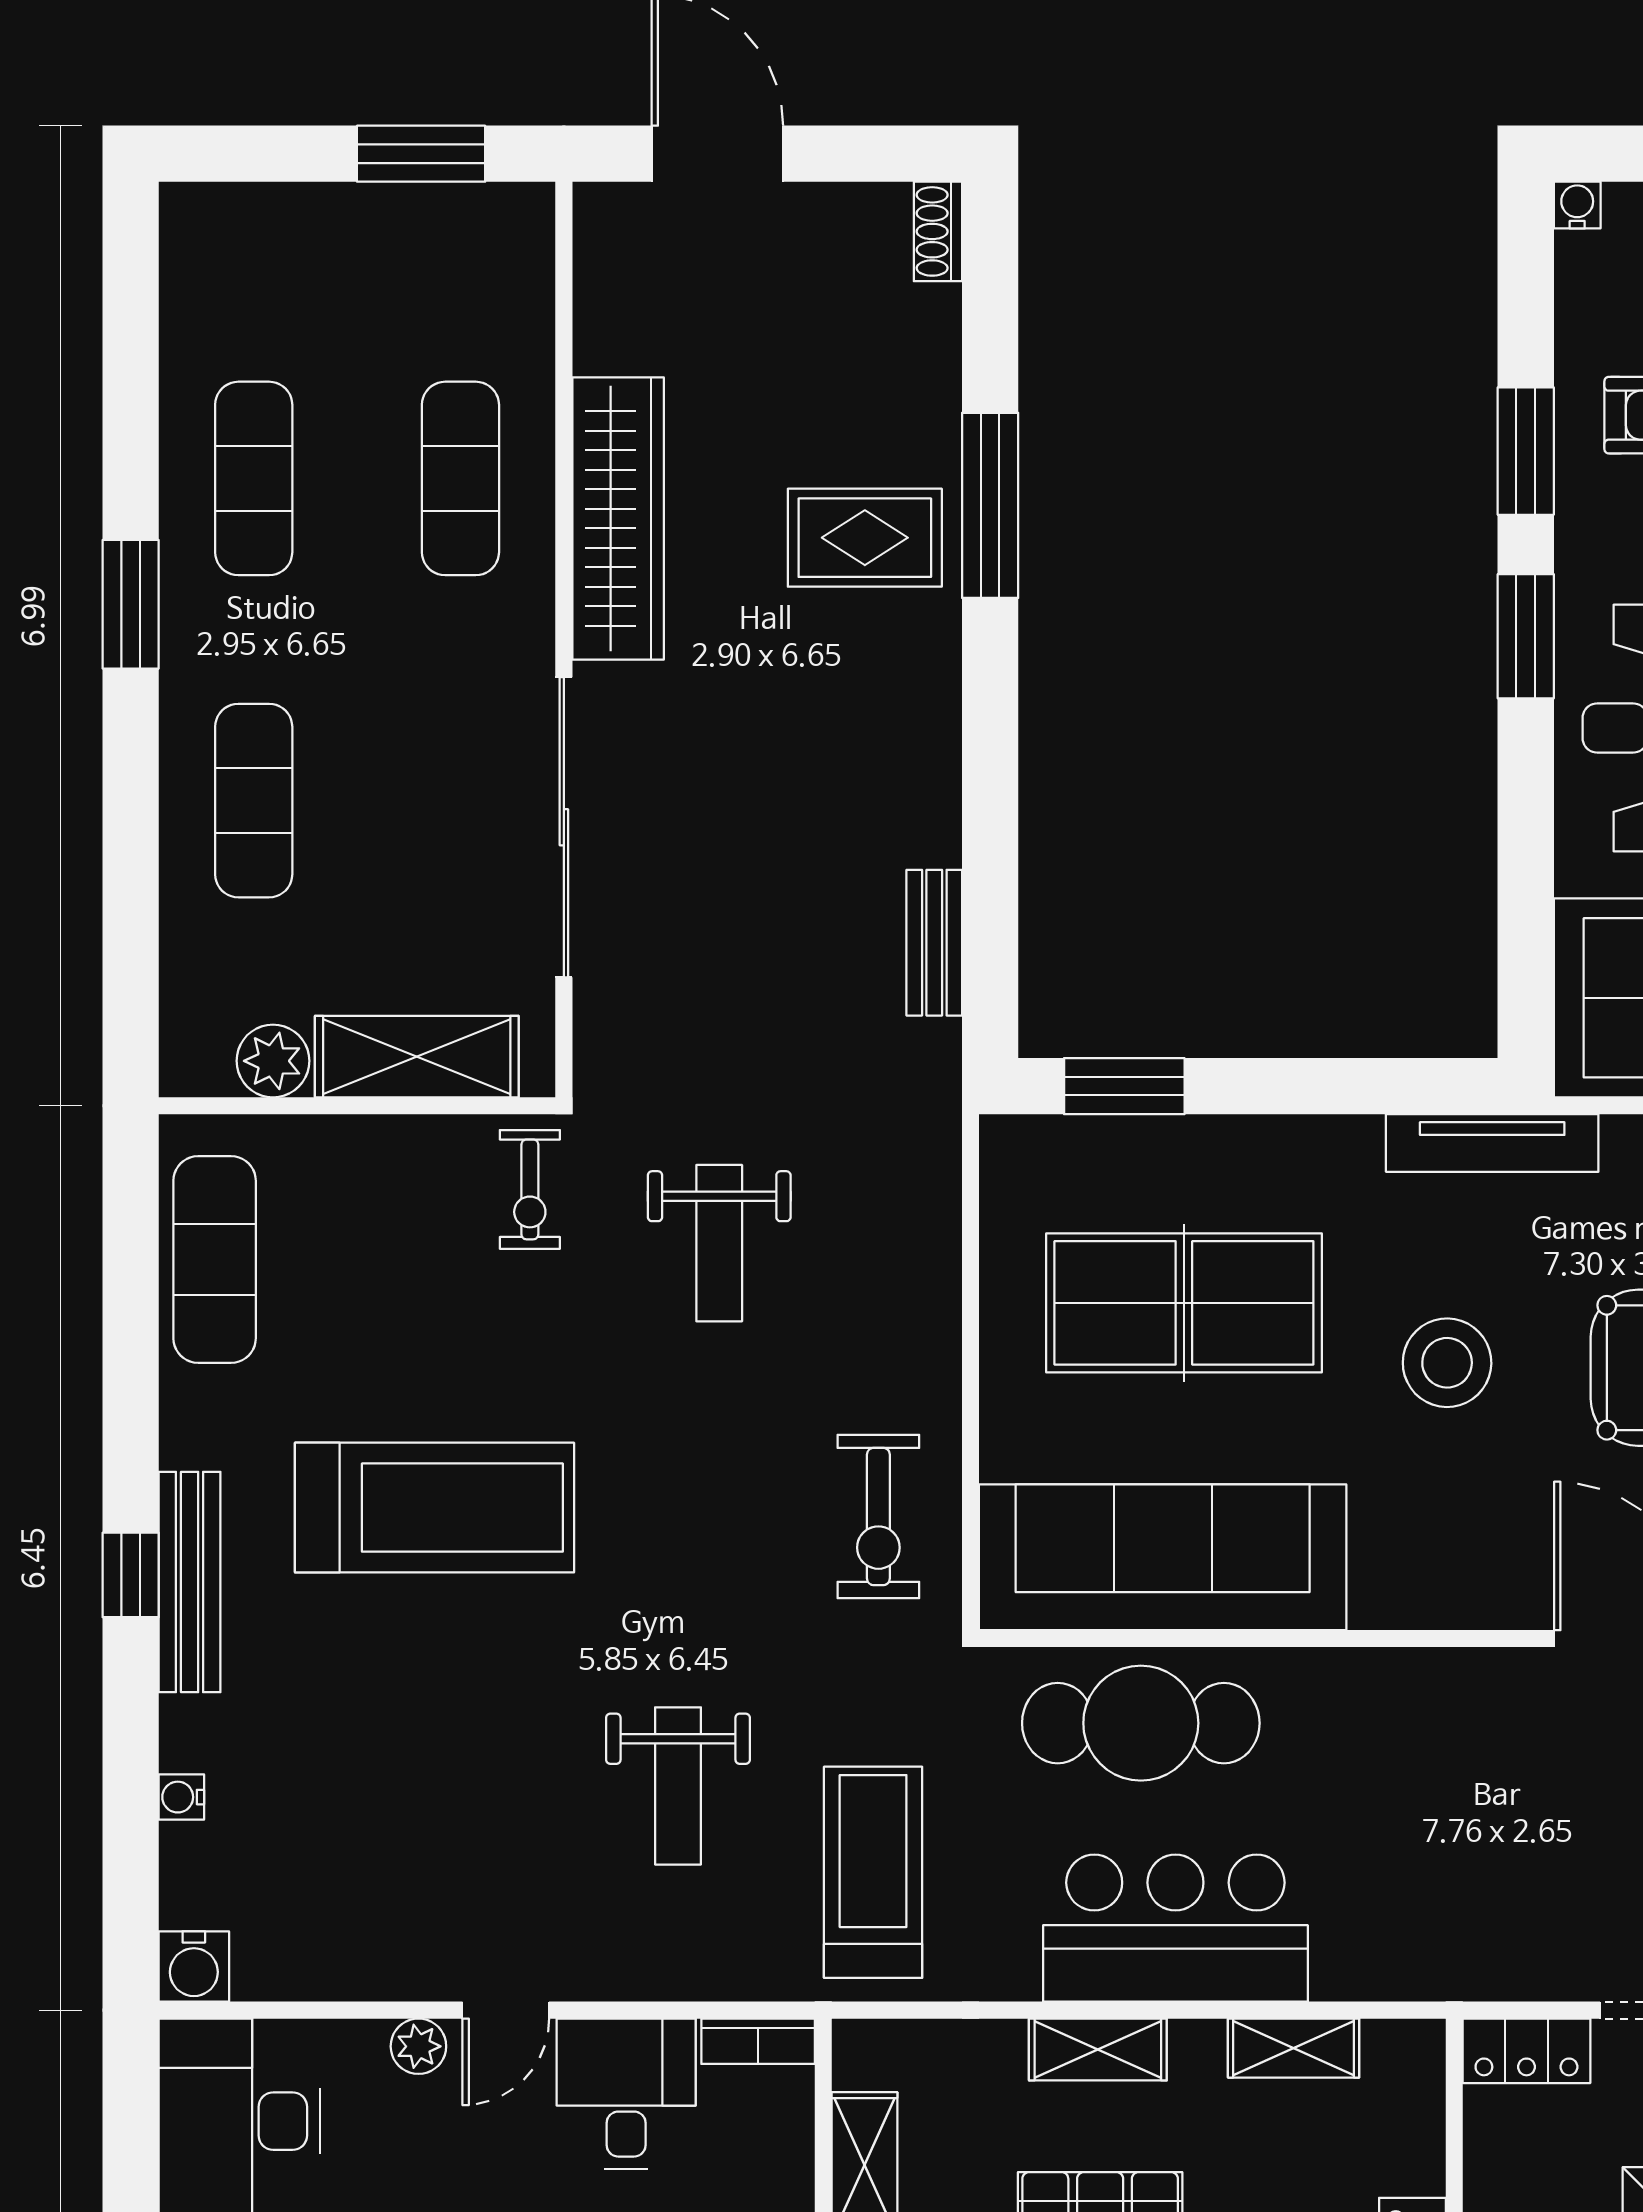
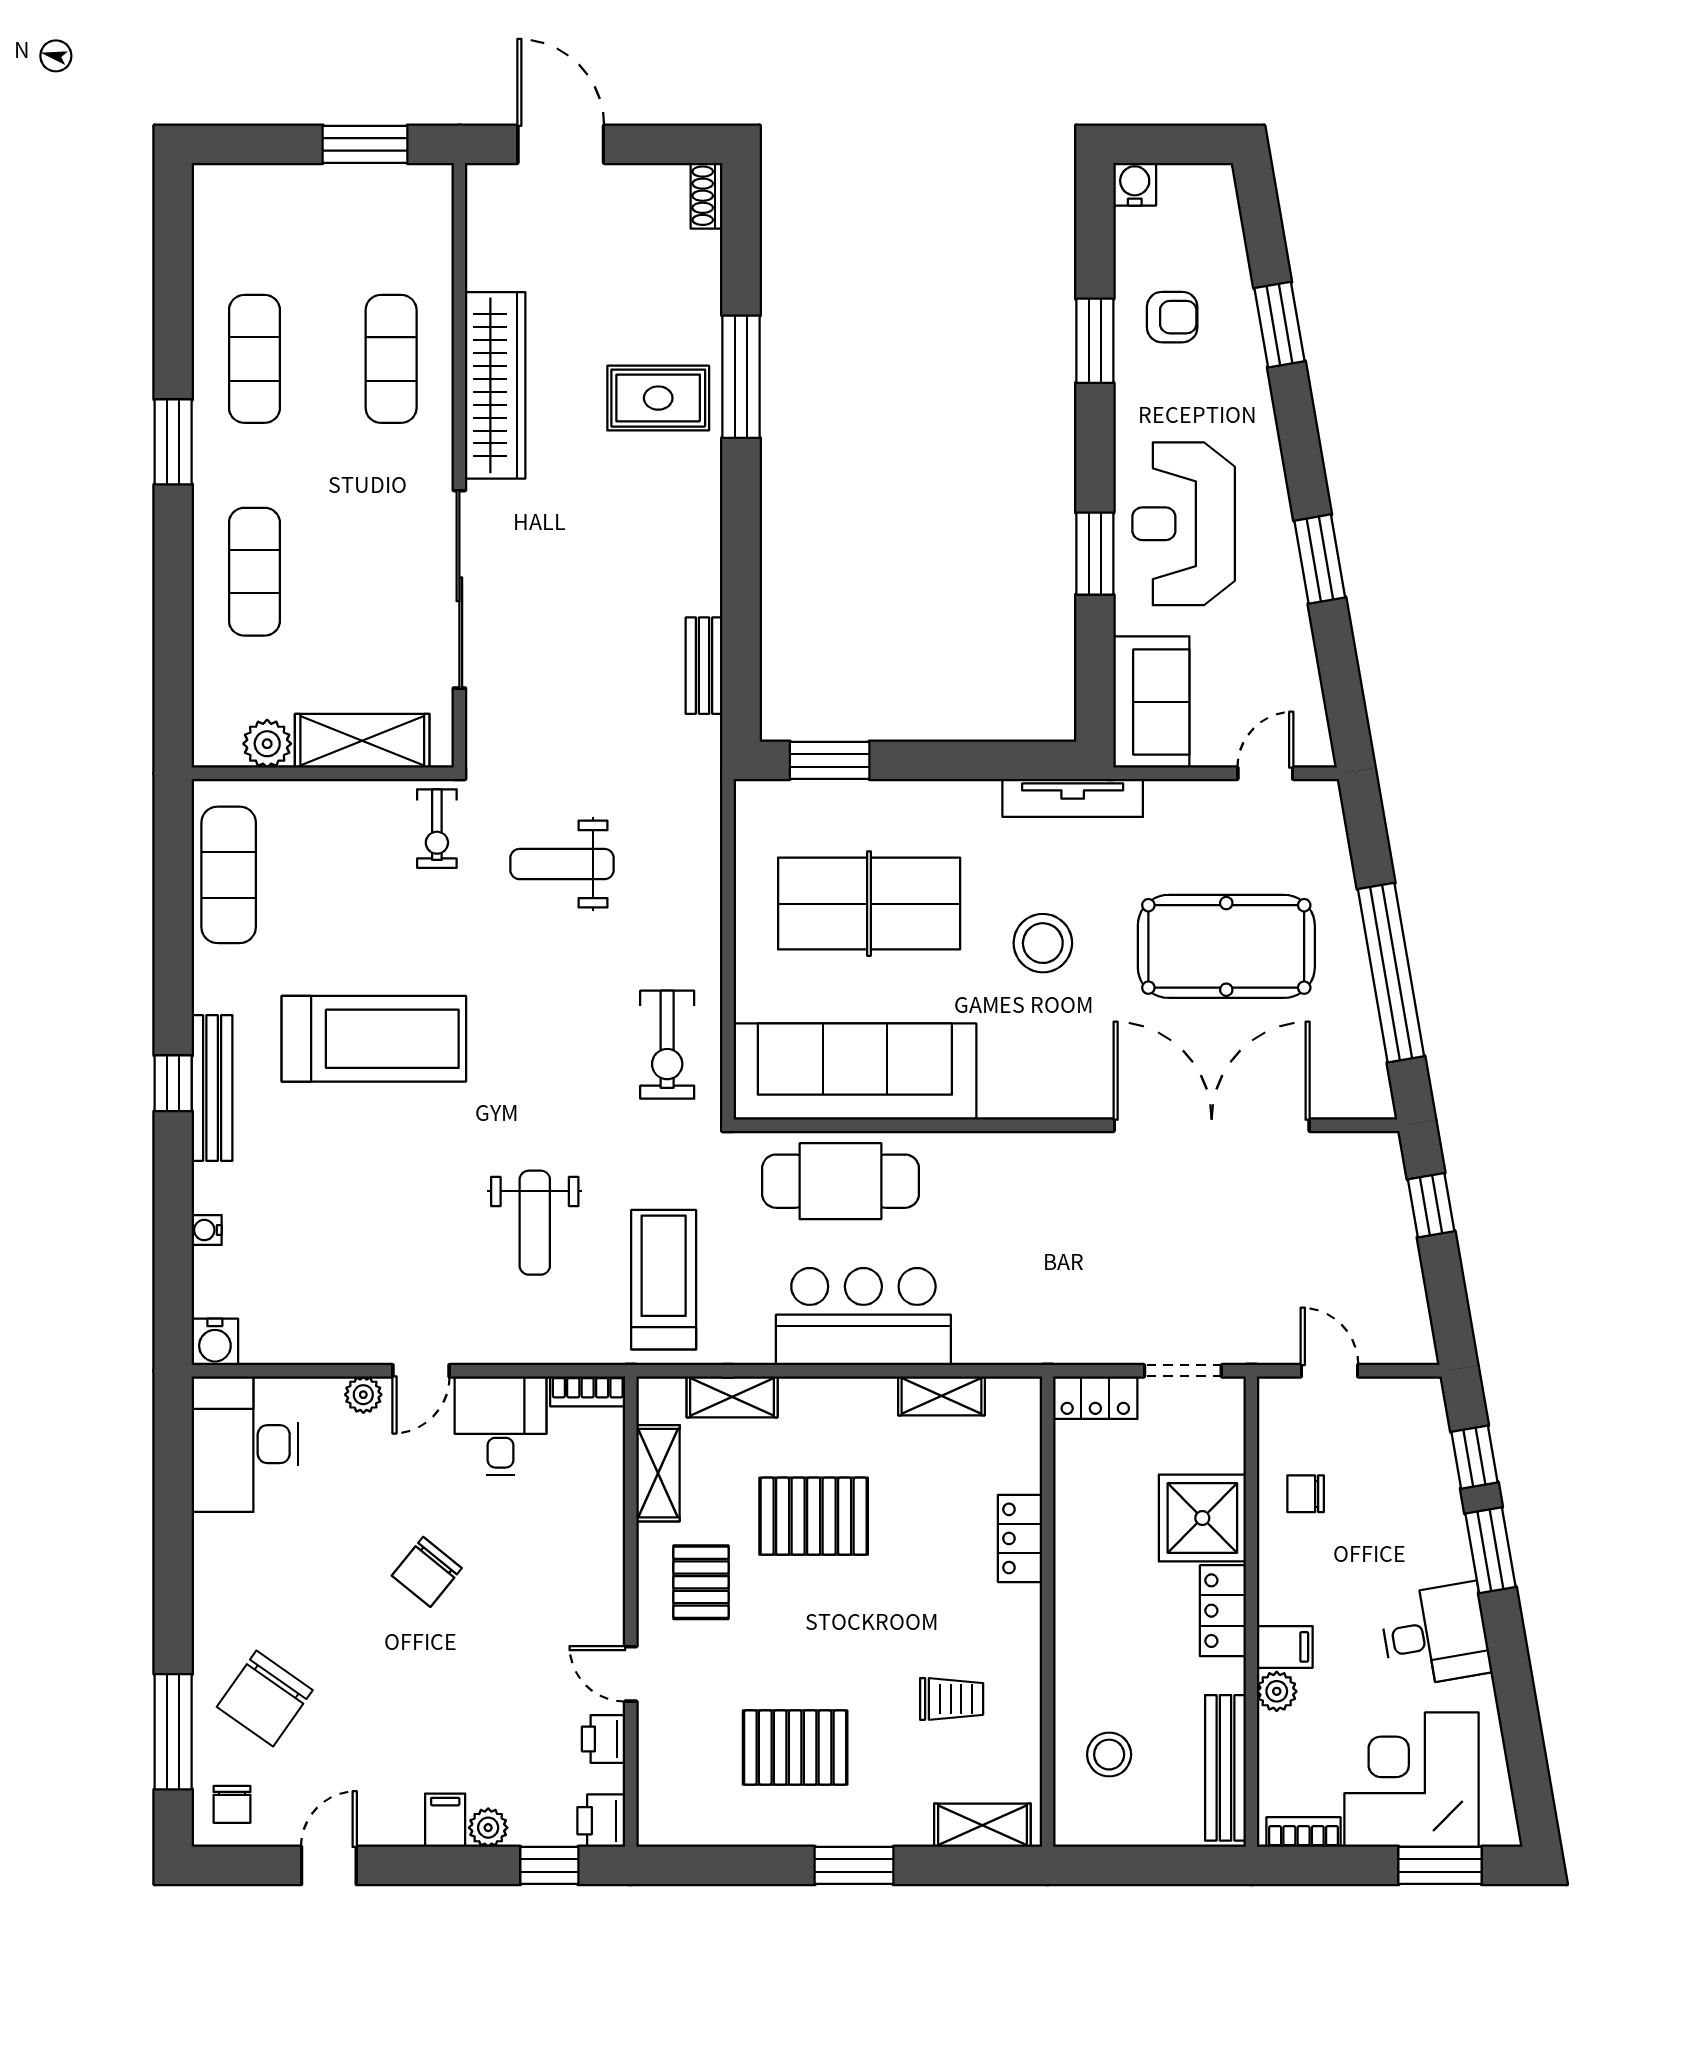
water cooler: (1577, 205) -> (1135, 184), width x1.38, depth x1.38
window: (1526, 636) -> (1095, 554), moved
weight bench: (719, 1243) -> (562, 864), turned 90
shelving: (1098, 2049) -> (732, 1397), moved

